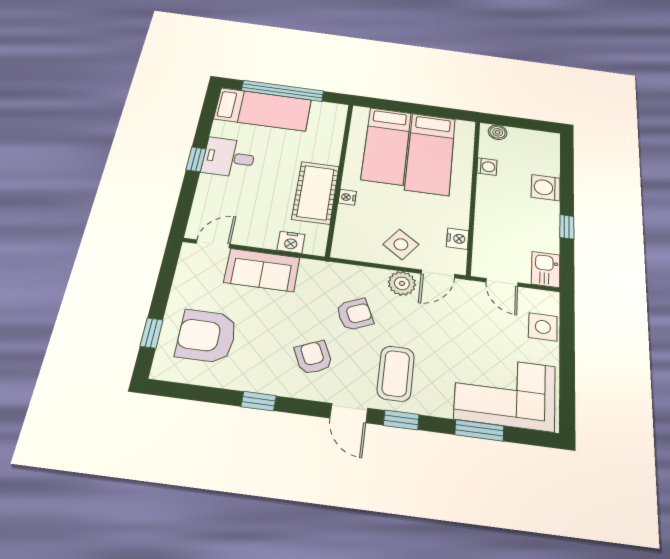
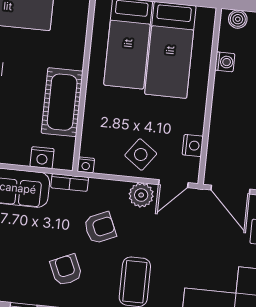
nightstand: (347, 197) -> (86, 165), moved, turned -90
bookcase: (321, 268) -> (70, 183), added
door: (502, 282) -> (230, 190), width x1.38

